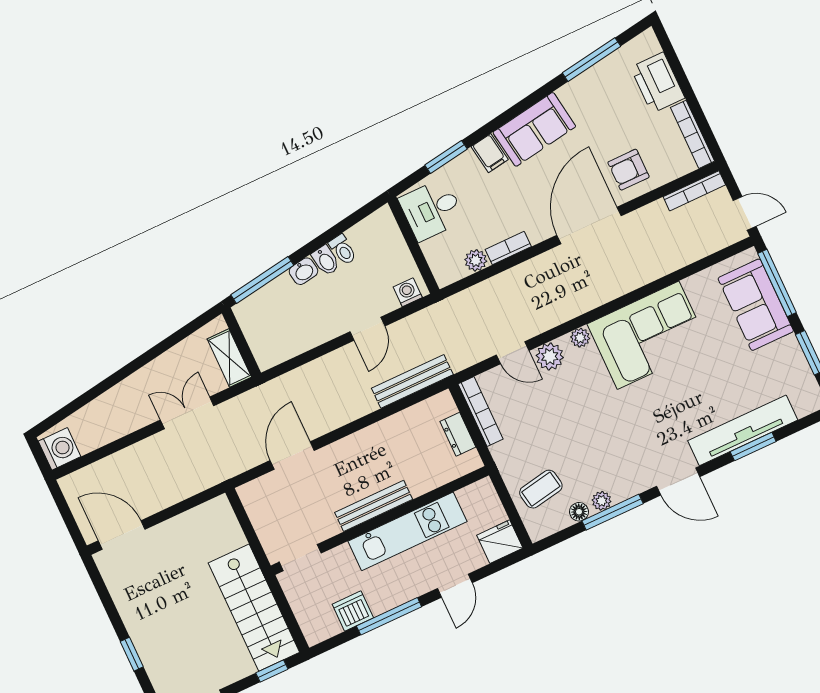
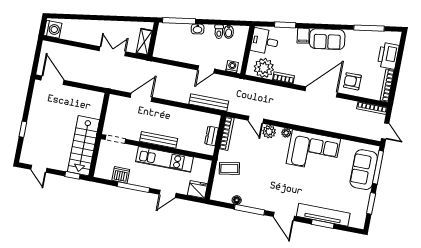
bidet: (326, 260) -> (229, 32), moved
plant: (476, 260) -> (264, 68), width x1.87, depth x1.87
coffee table: (541, 489) -> (229, 168), moved
plant: (602, 501) -> (249, 202), removed

